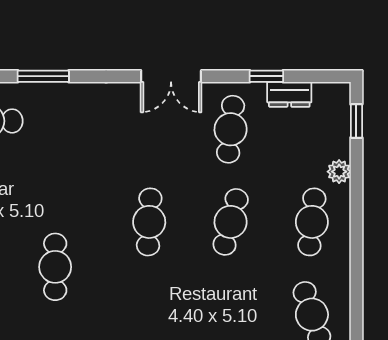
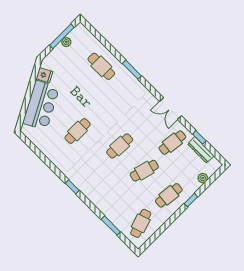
dresser: (289, 94) -> (201, 150), width x1.44
window: (356, 121) -> (191, 200), moved
plant: (339, 172) -> (203, 178), moved

